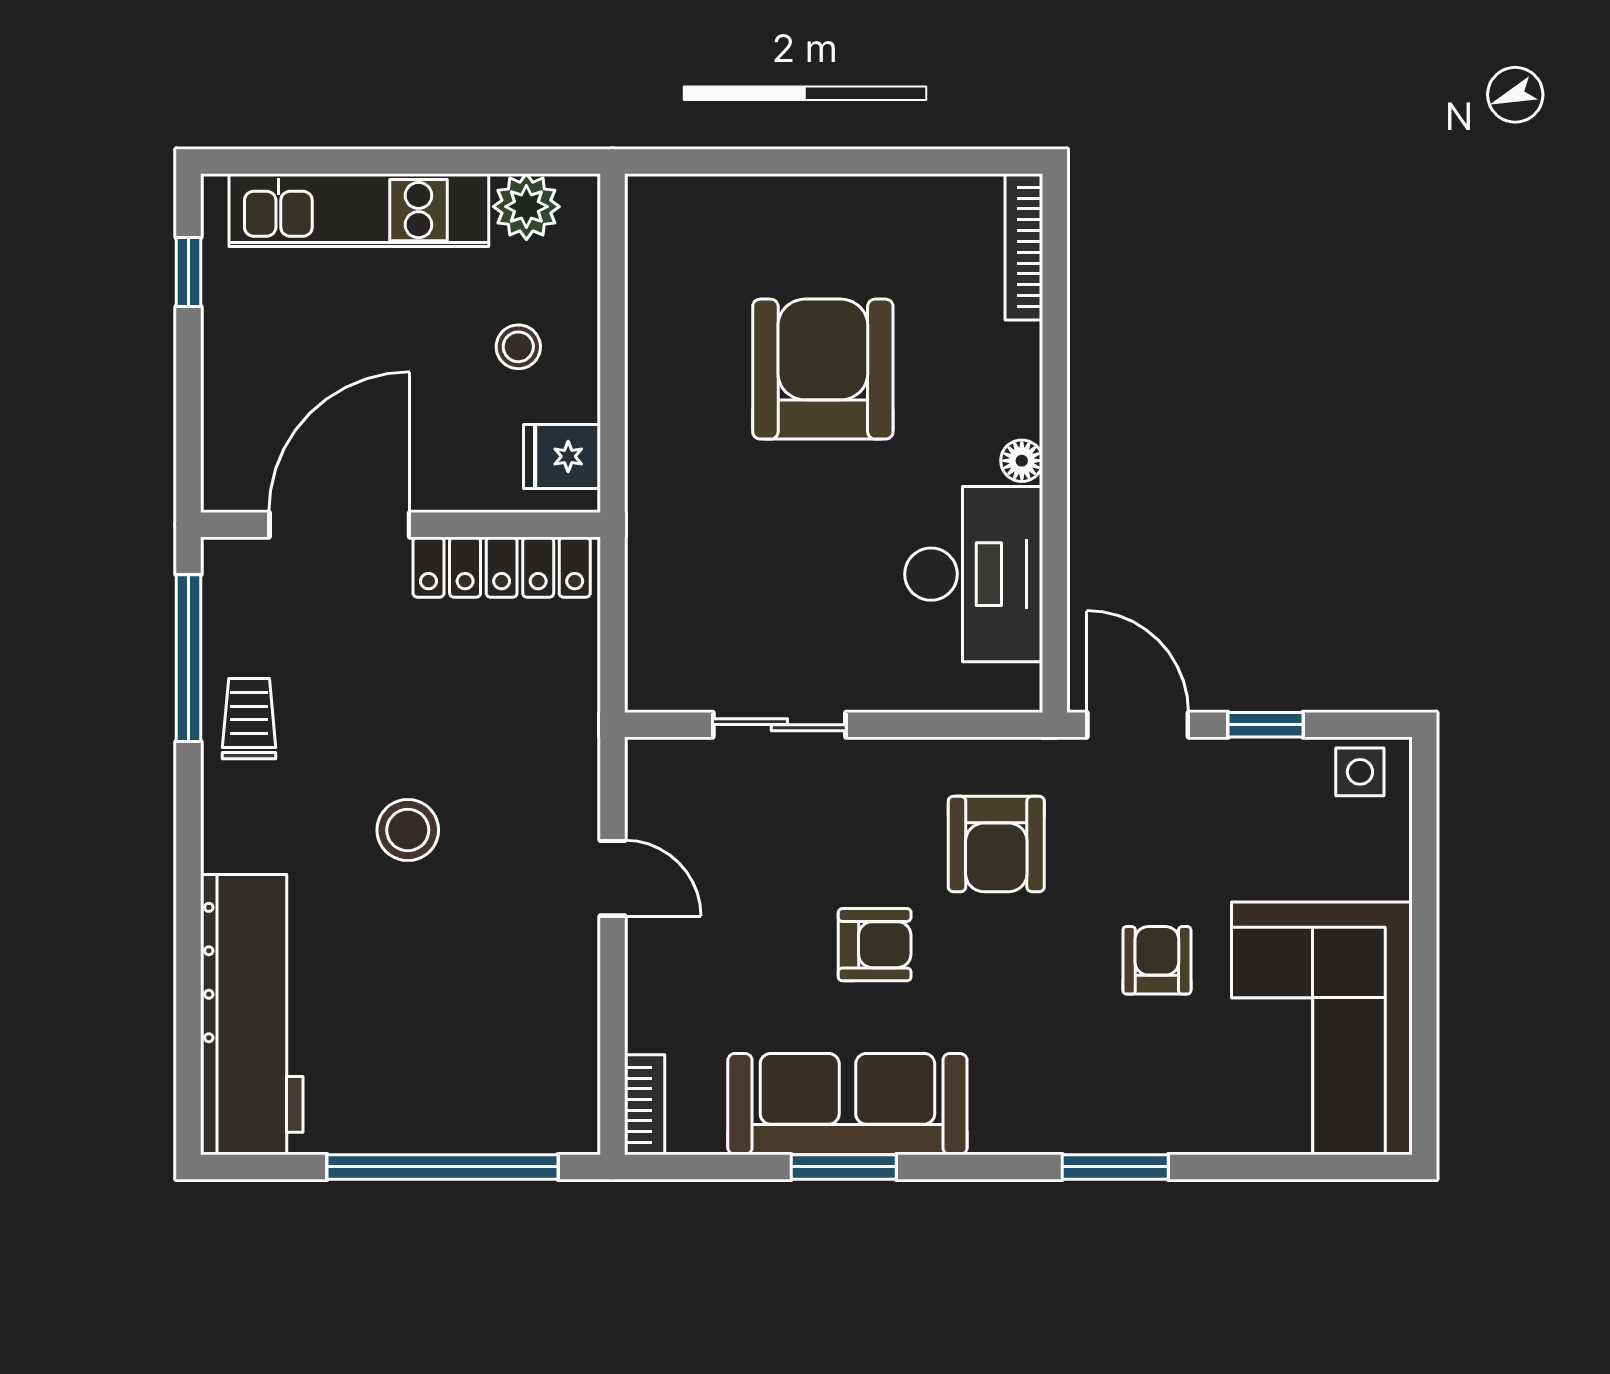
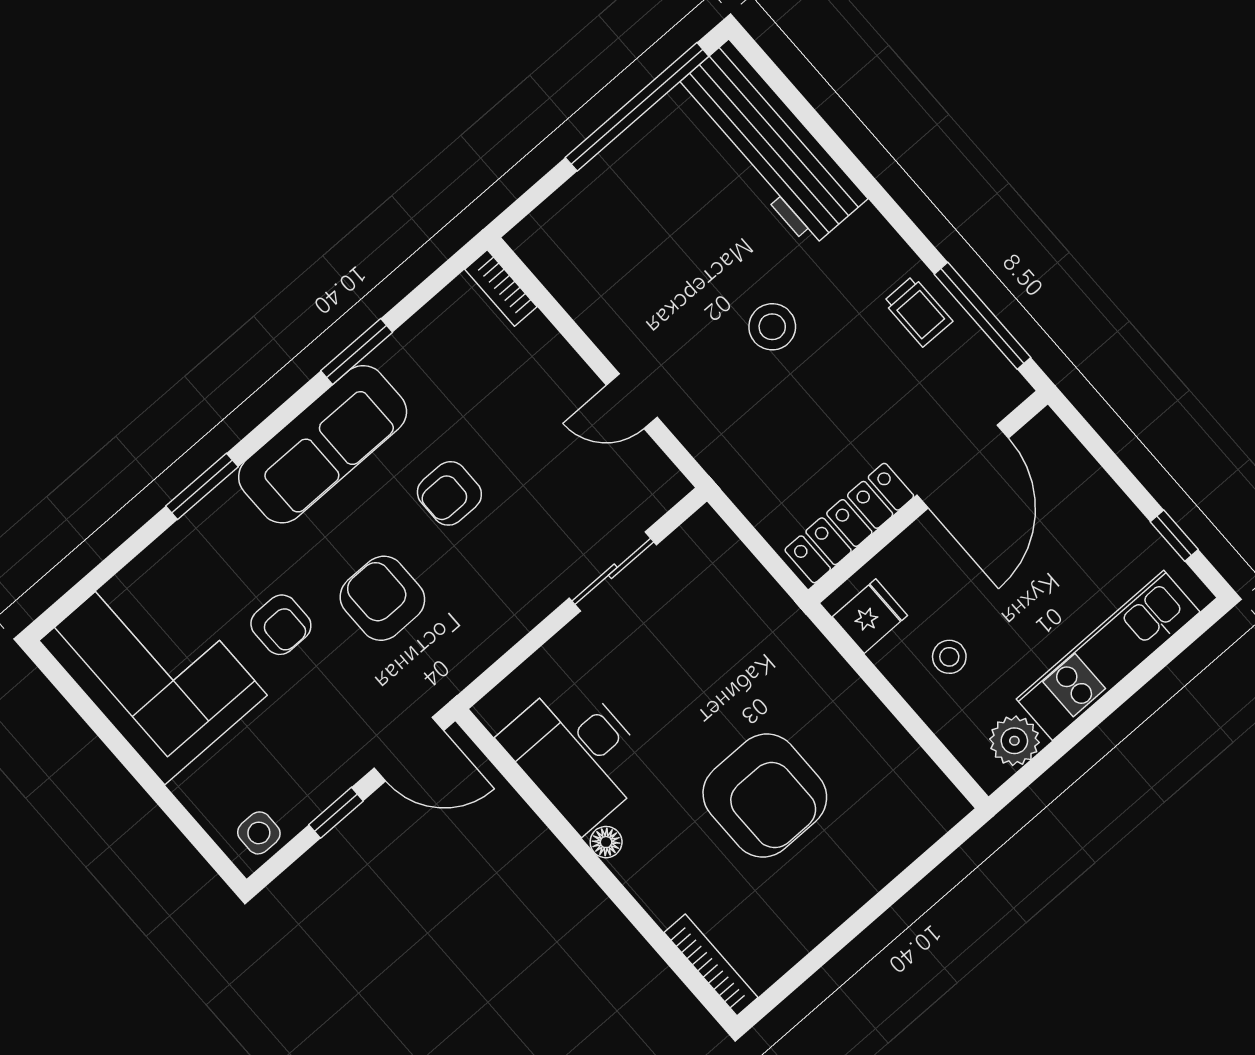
armchair: (996, 844) -> (382, 598), moved
sofa: (847, 1104) -> (323, 444), moved
window: (443, 1167) -> (637, 107), moved

